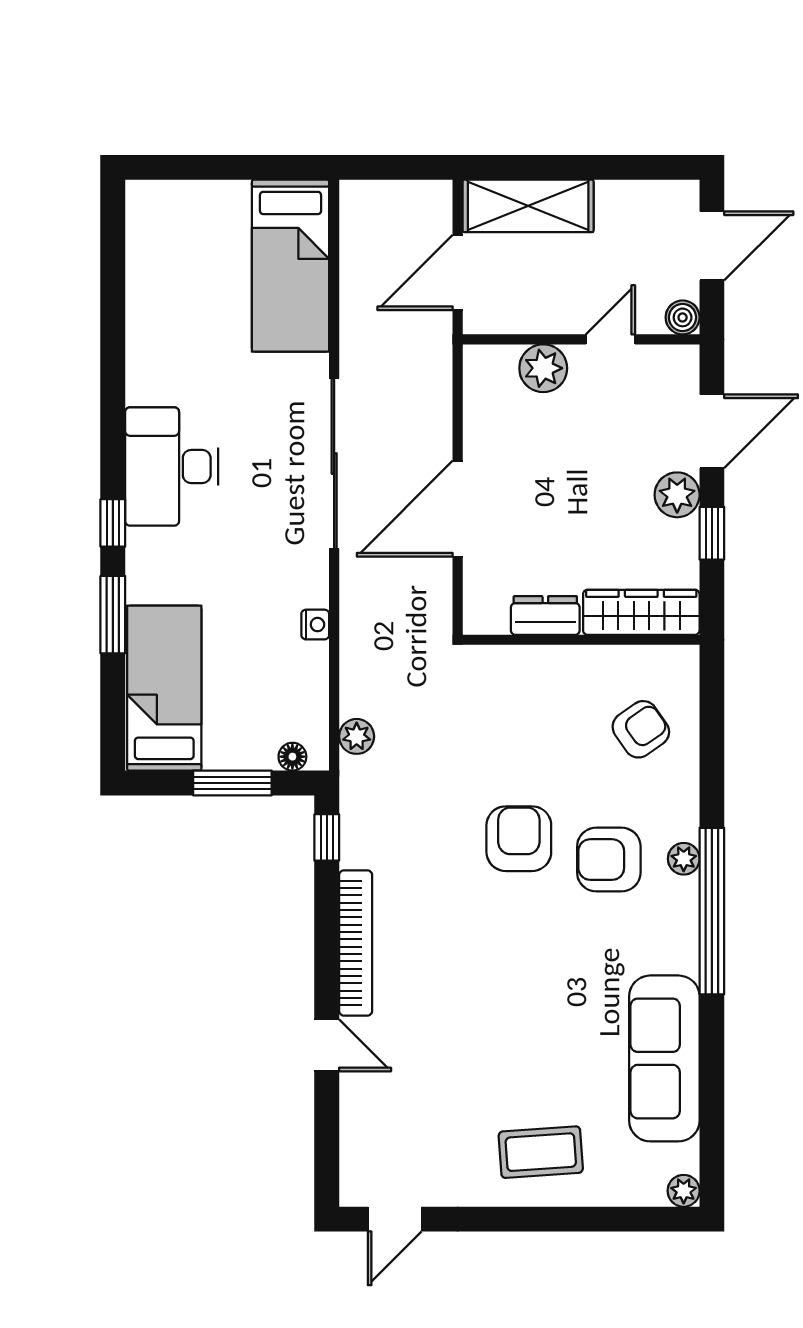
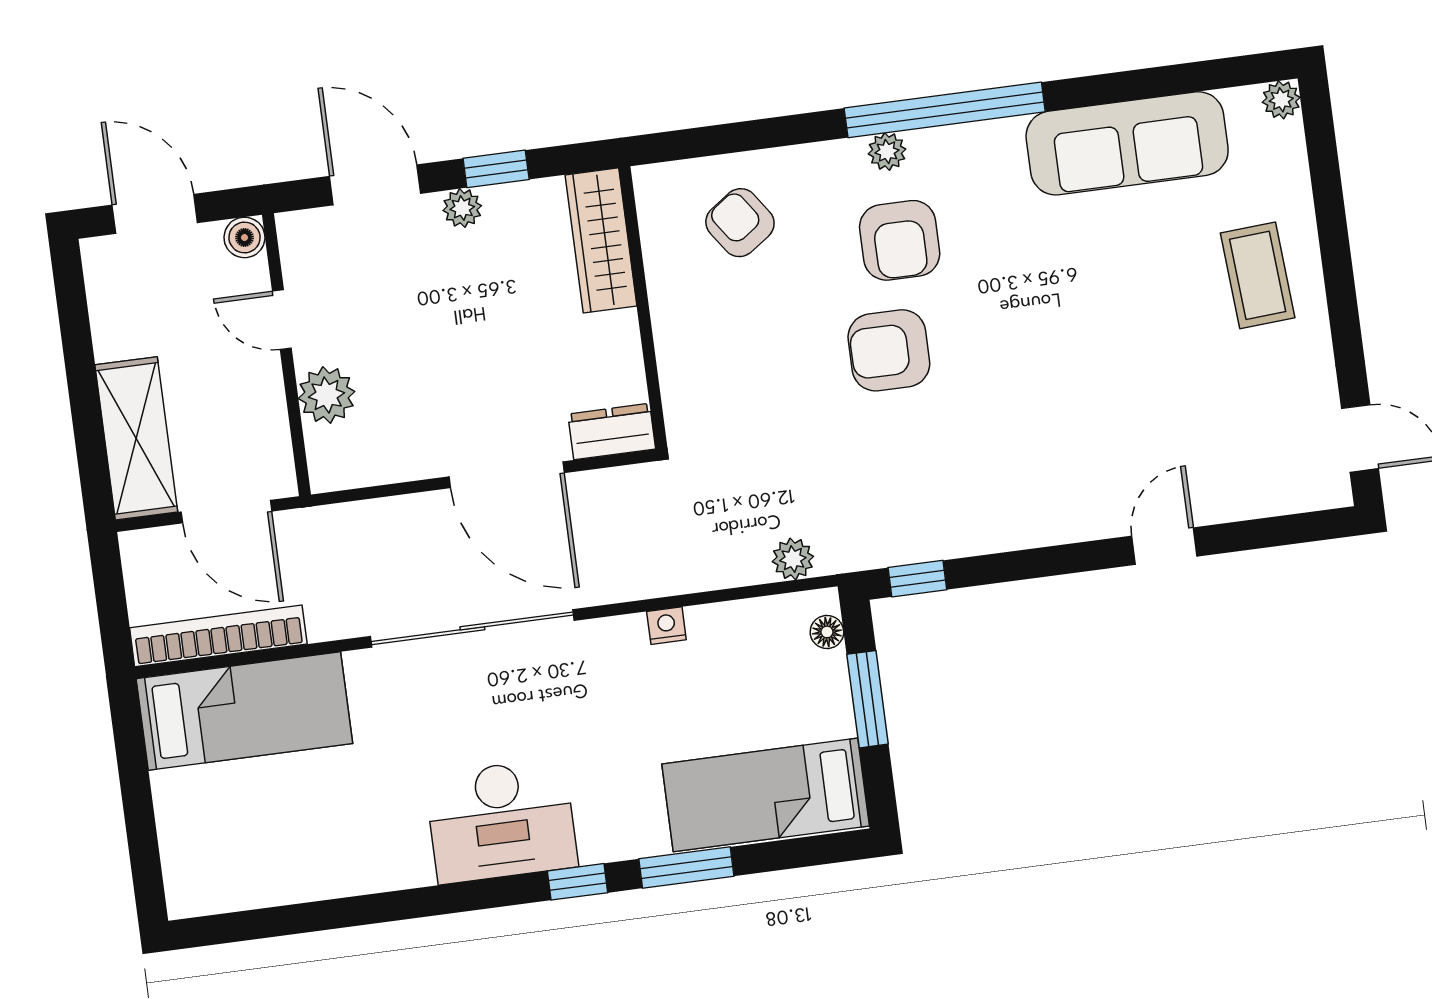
plant: (677, 495) -> (462, 208), width x0.73, depth x0.73
dresser: (545, 615) -> (612, 431), moved, turned 90
bookcase: (356, 943) -> (218, 636), moved

